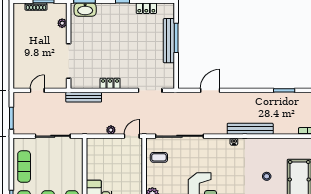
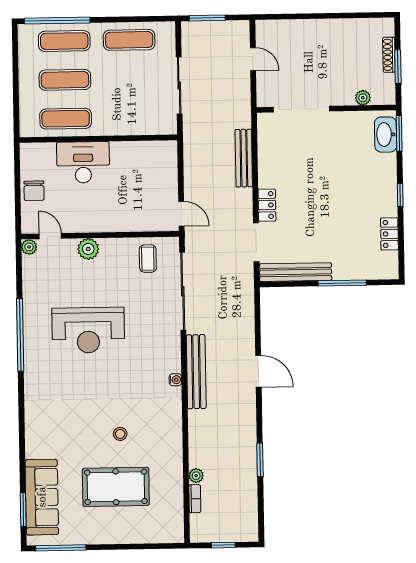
bench: (169, 41) -> (295, 272), moved
locker: (110, 83) -> (267, 205), moved
door: (210, 90) -> (258, 371), moved
bench: (84, 97) -> (244, 158), moved
bench: (250, 129) -> (196, 372), moved
plant: (111, 130) -> (196, 476), moved

